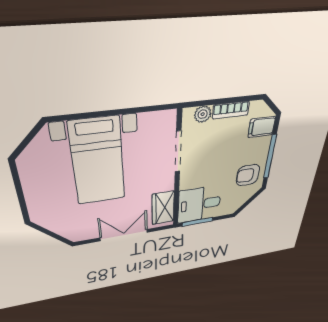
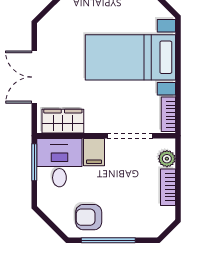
bookcase: (157, 118) -> (168, 114), added
filing cabinet: (262, 127) -> (94, 152), moved, turned 180
armchair: (248, 175) -> (89, 217), turned -90
double door: (124, 235) -> (34, 77), swing flipped

